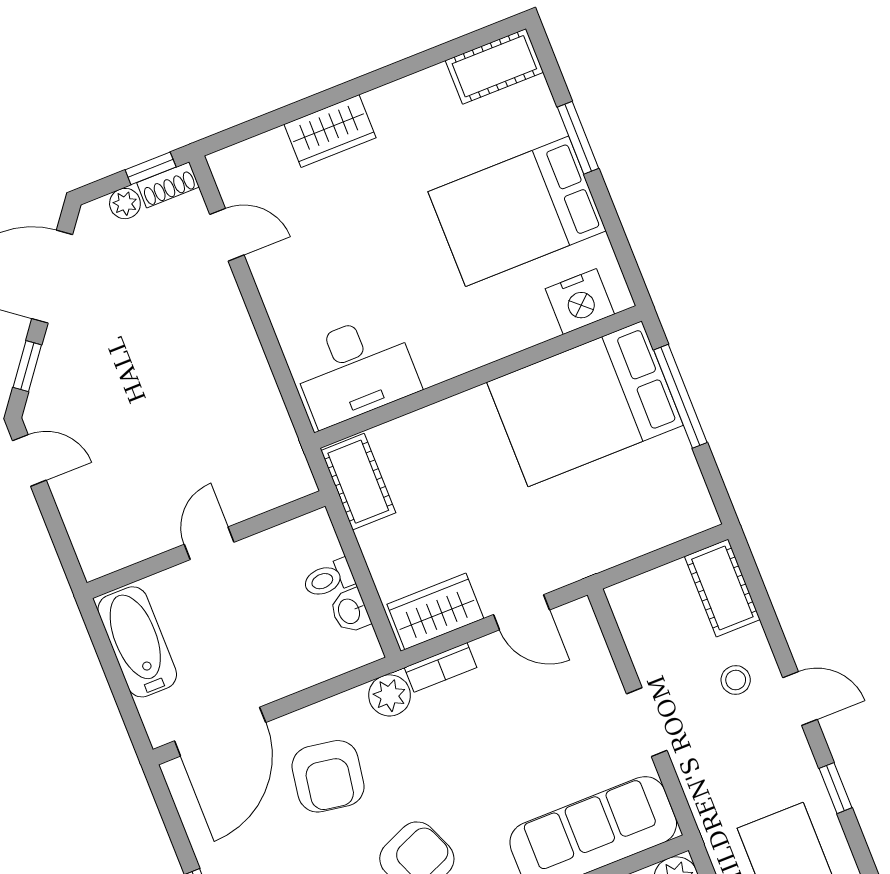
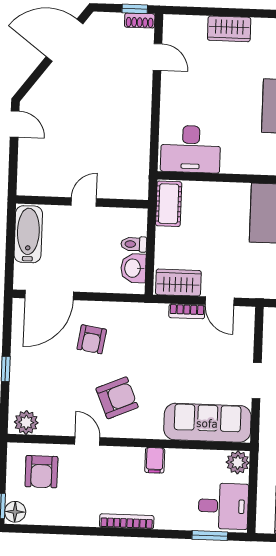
plant: (125, 204) -> (115, 20), removed
window: (27, 366) -> (34, 78), removed
washbasin: (350, 611) -> (133, 268), width x1.38, depth x1.45
bookcase: (441, 667) -> (187, 311), moved
plant: (390, 695) -> (138, 313), removed
armchair: (328, 776) -> (92, 339), width x0.72, depth x0.72

